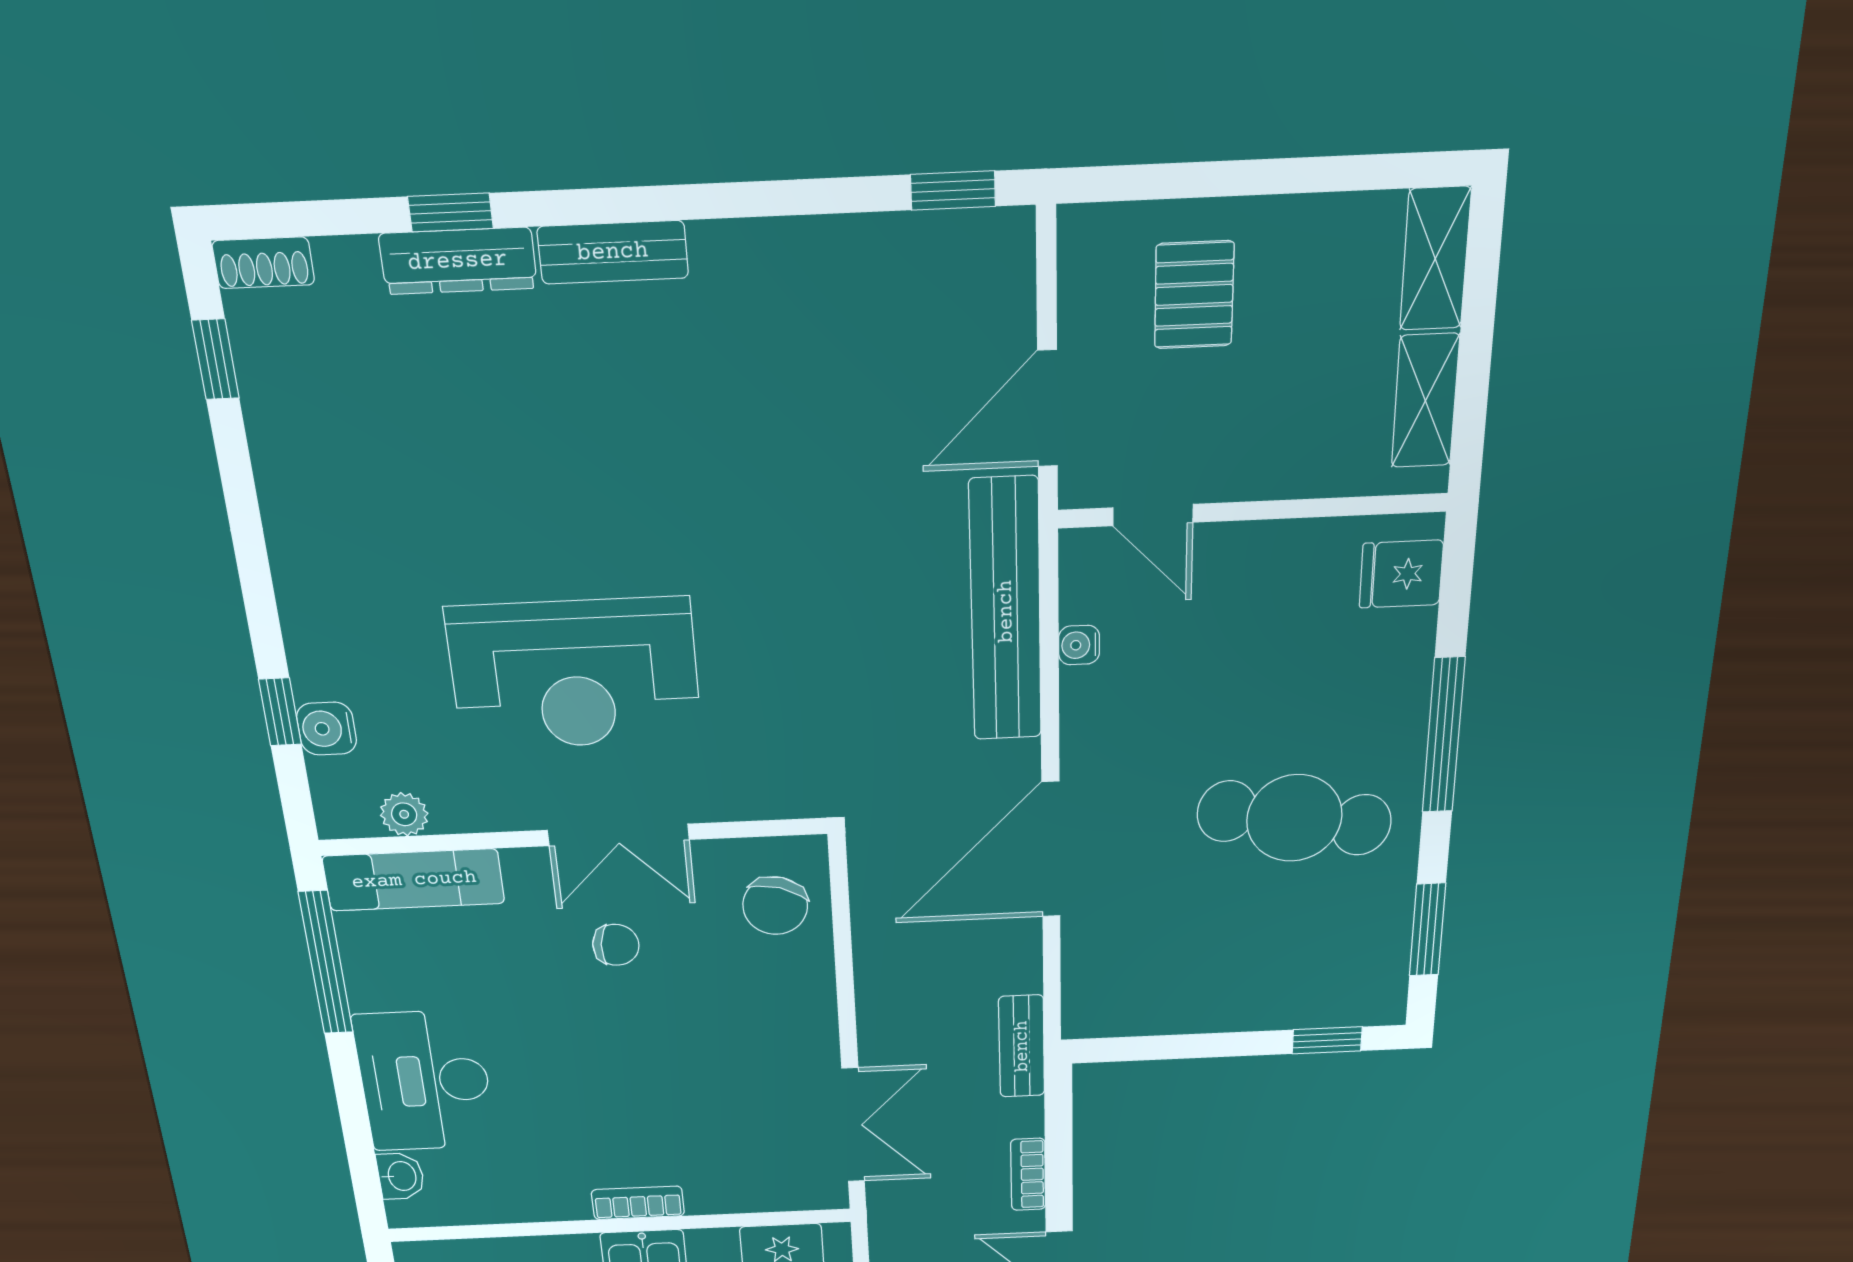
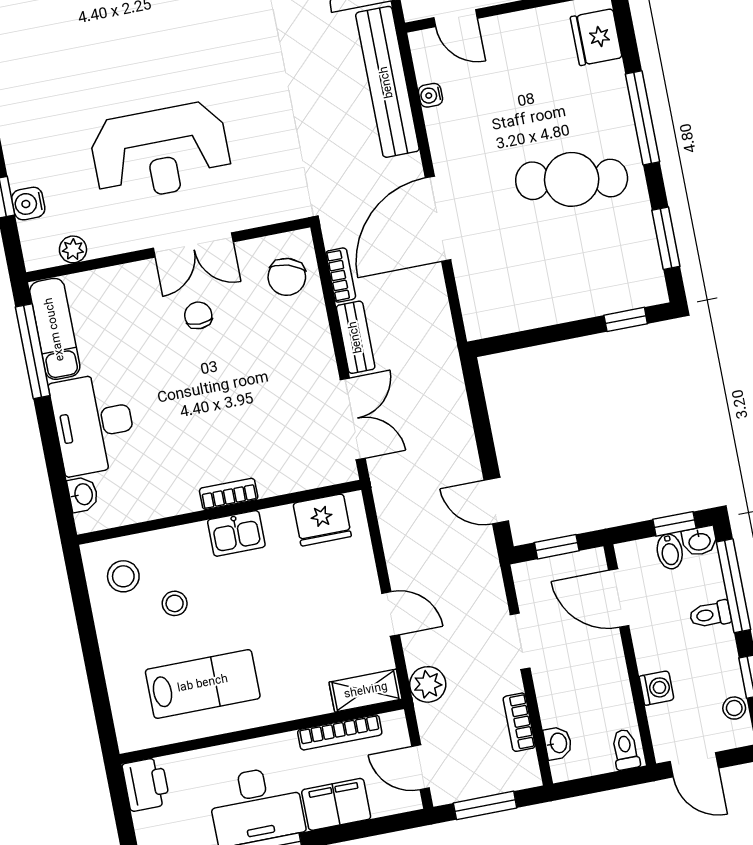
fridge: (1401, 574) -> (596, 37), width x1.38
exam couch: (414, 880) -> (55, 329), moved, turned -90
chair: (616, 945) -> (198, 315), turned -95
bench: (1022, 1046) -> (356, 337), moved
bookcase: (1028, 1174) -> (341, 275), moved, turned 180

